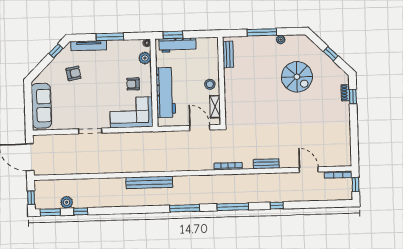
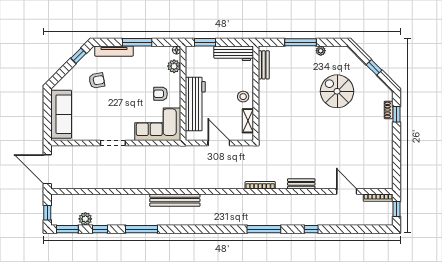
workbench: (177, 45) -> (234, 53), moved
spiral stairs: (297, 77) -> (337, 91), turned 180
door: (200, 128) -> (219, 143), moved
window: (185, 208) -> (141, 229), moved

